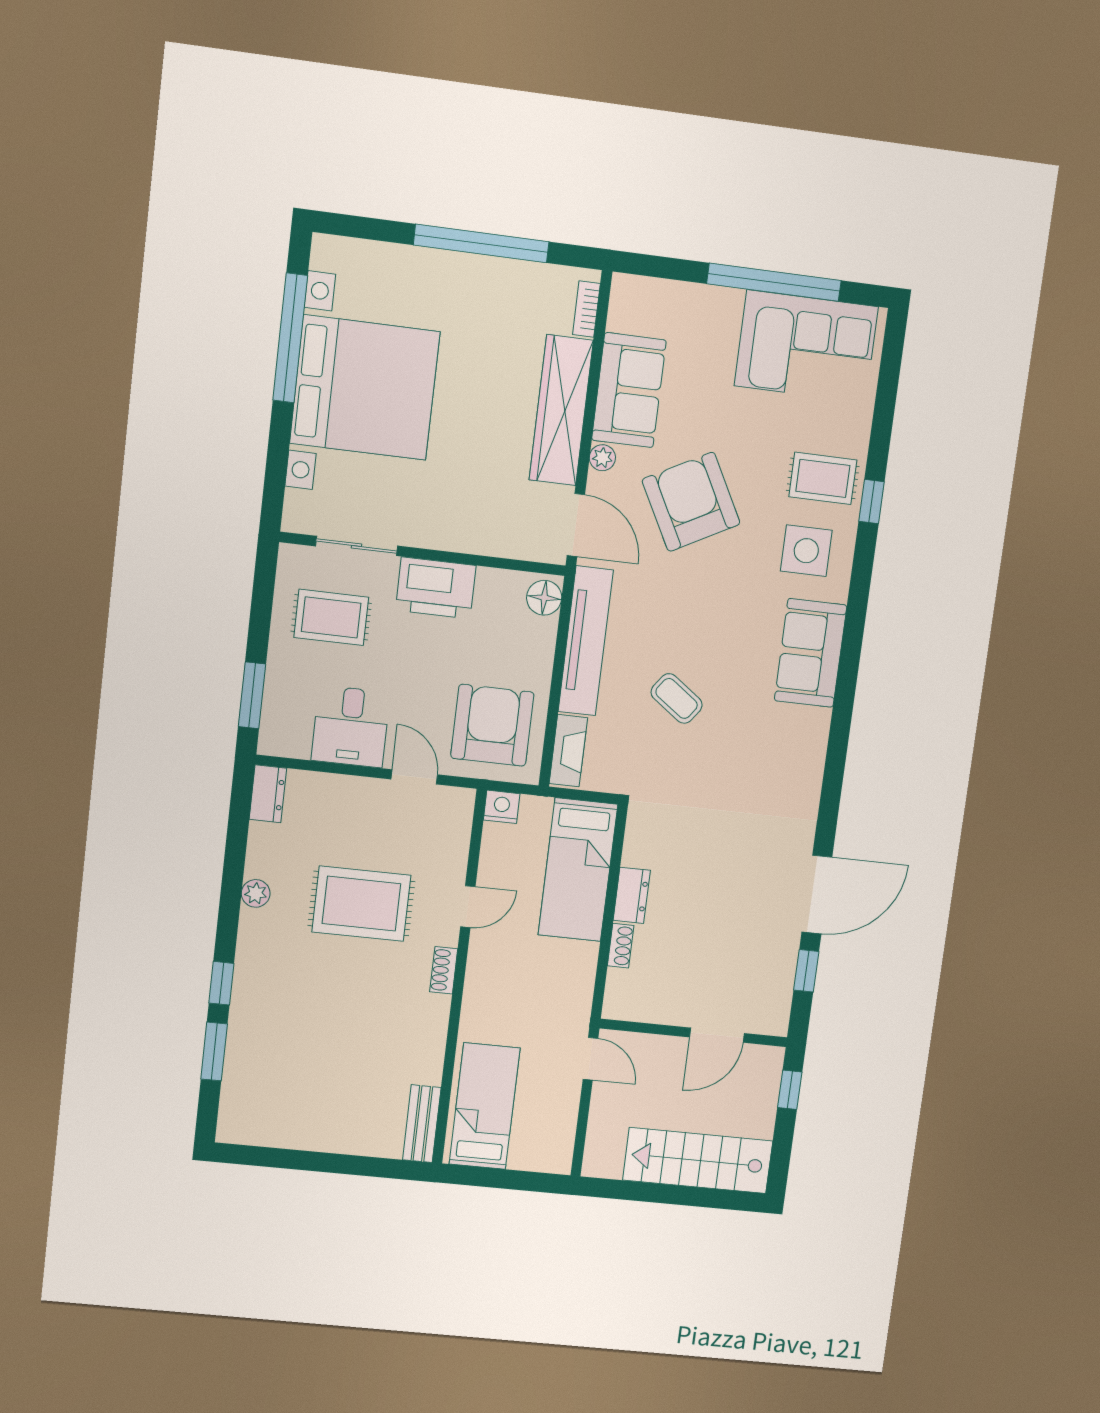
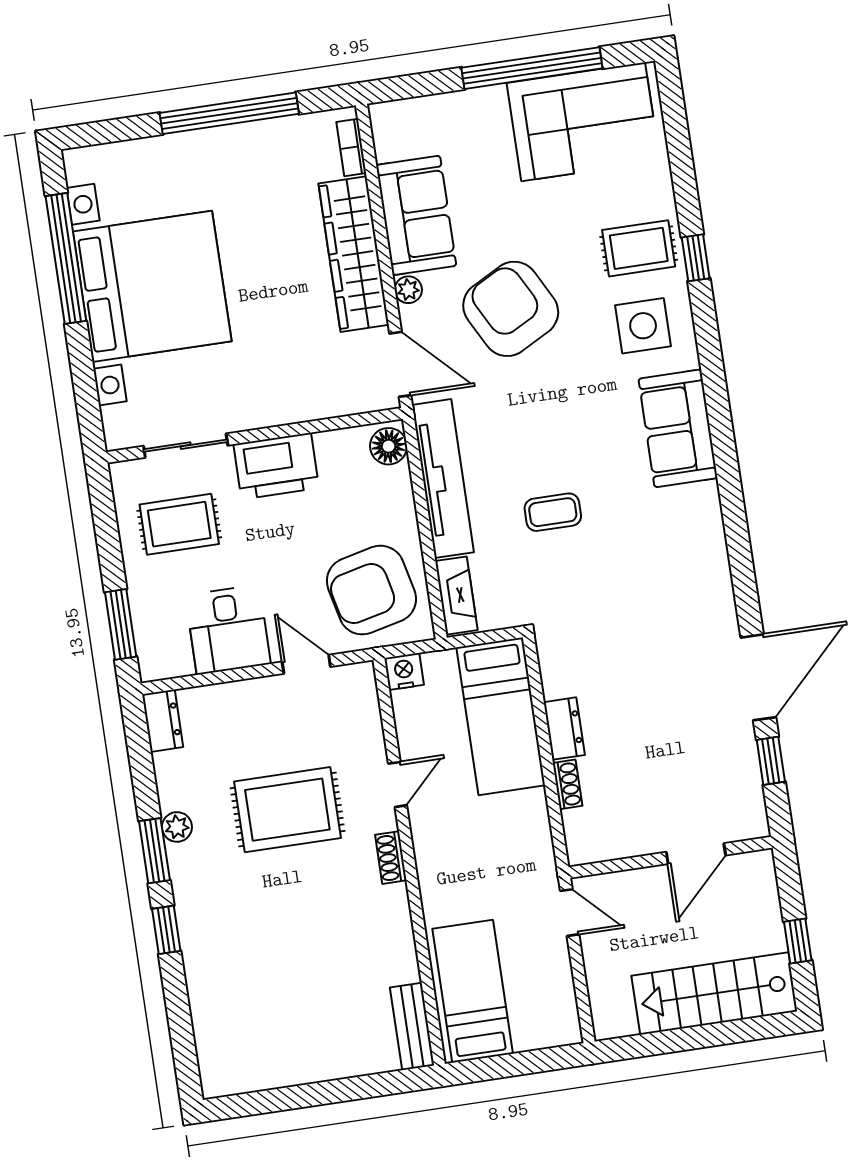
coffee table: (677, 698) -> (553, 512), turned -36
armchair: (492, 725) -> (371, 590), turned -103
window: (214, 1051) -> (154, 851), moved
window: (790, 1090) -> (798, 941), moved

